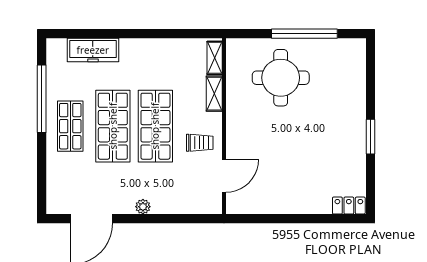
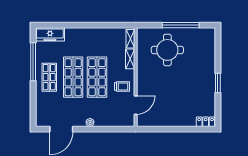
freezer: (93, 50) -> (50, 34), moved

